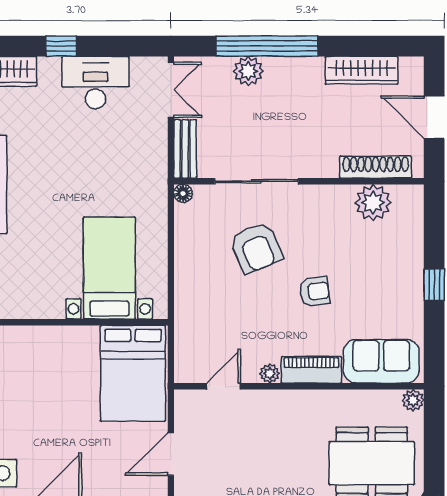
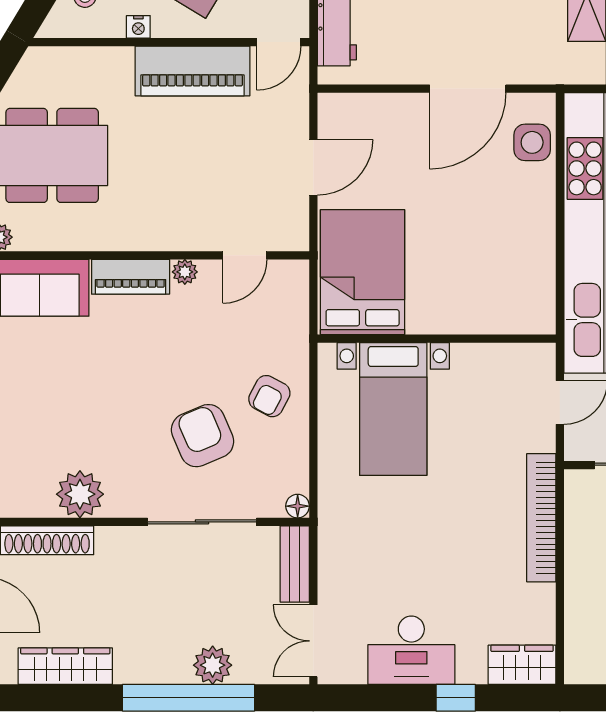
plant: (373, 203) -> (80, 494), moved
armchair: (315, 292) -> (269, 396), moved, turned -54

